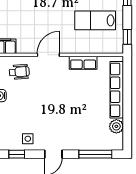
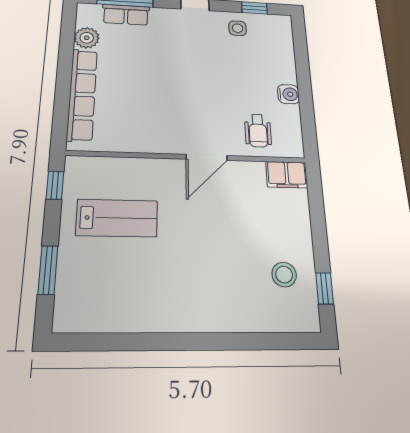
row of seats: (83, 63) -> (126, 15), moved, turned 180
wheelchair: (19, 72) -> (258, 131), turned -85

